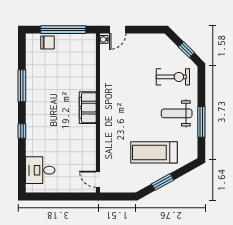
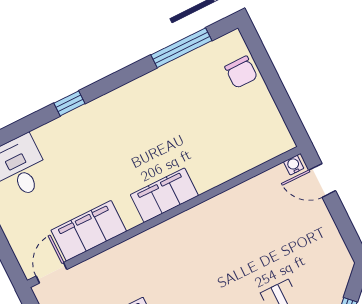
window: (63, 30) -> (276, 88), removed
window: (22, 86) -> (181, 48), moved
filing cabinet: (87, 152) -> (89, 231), added

